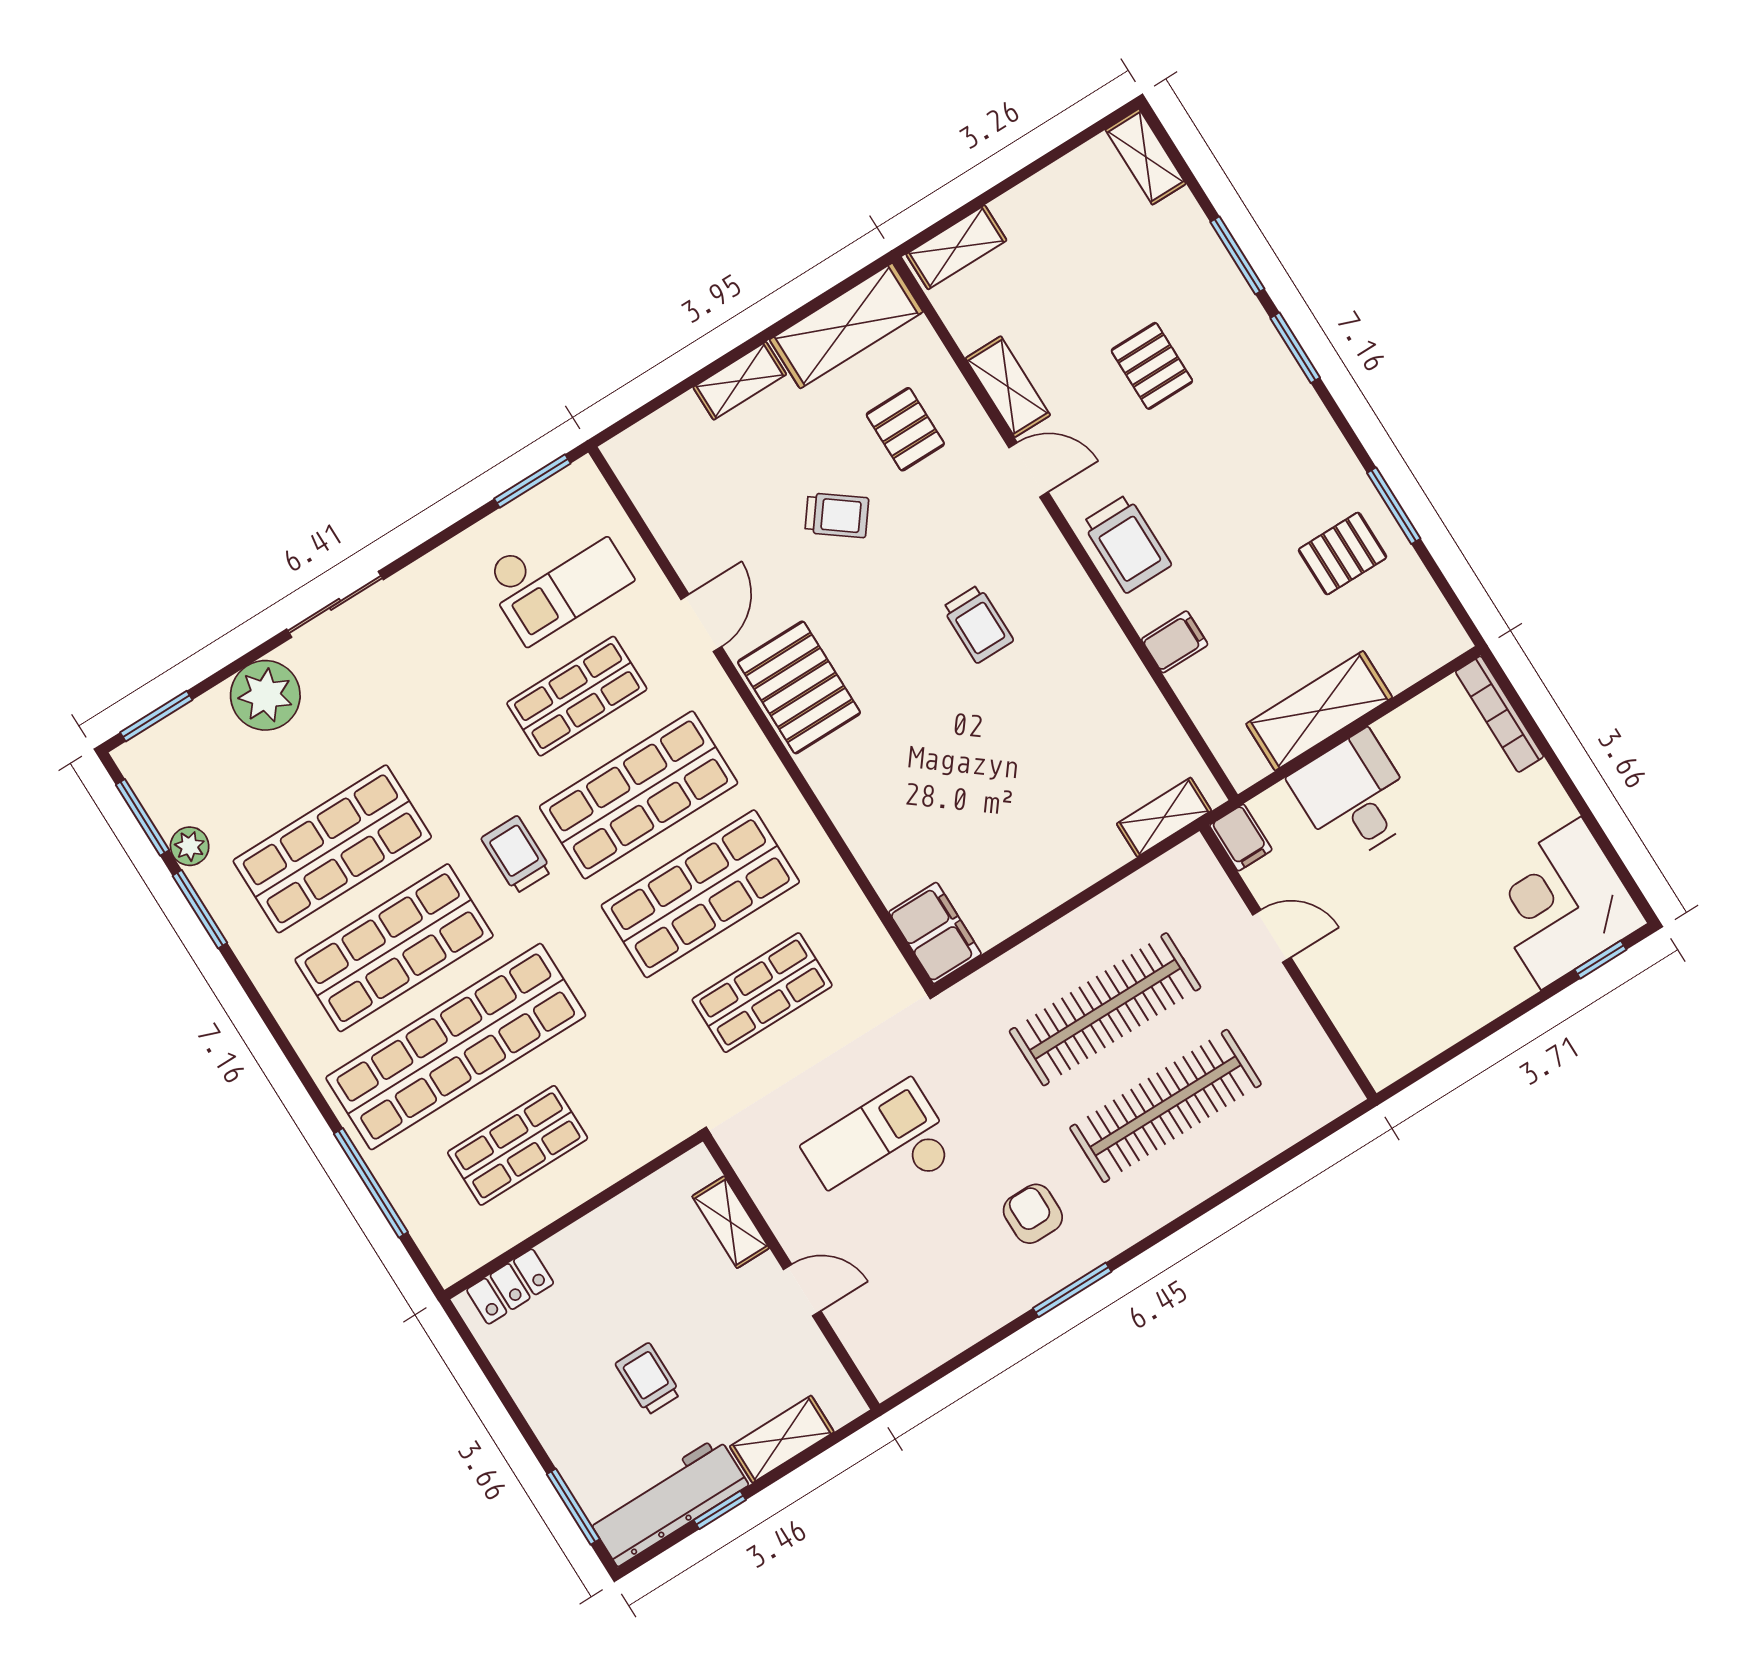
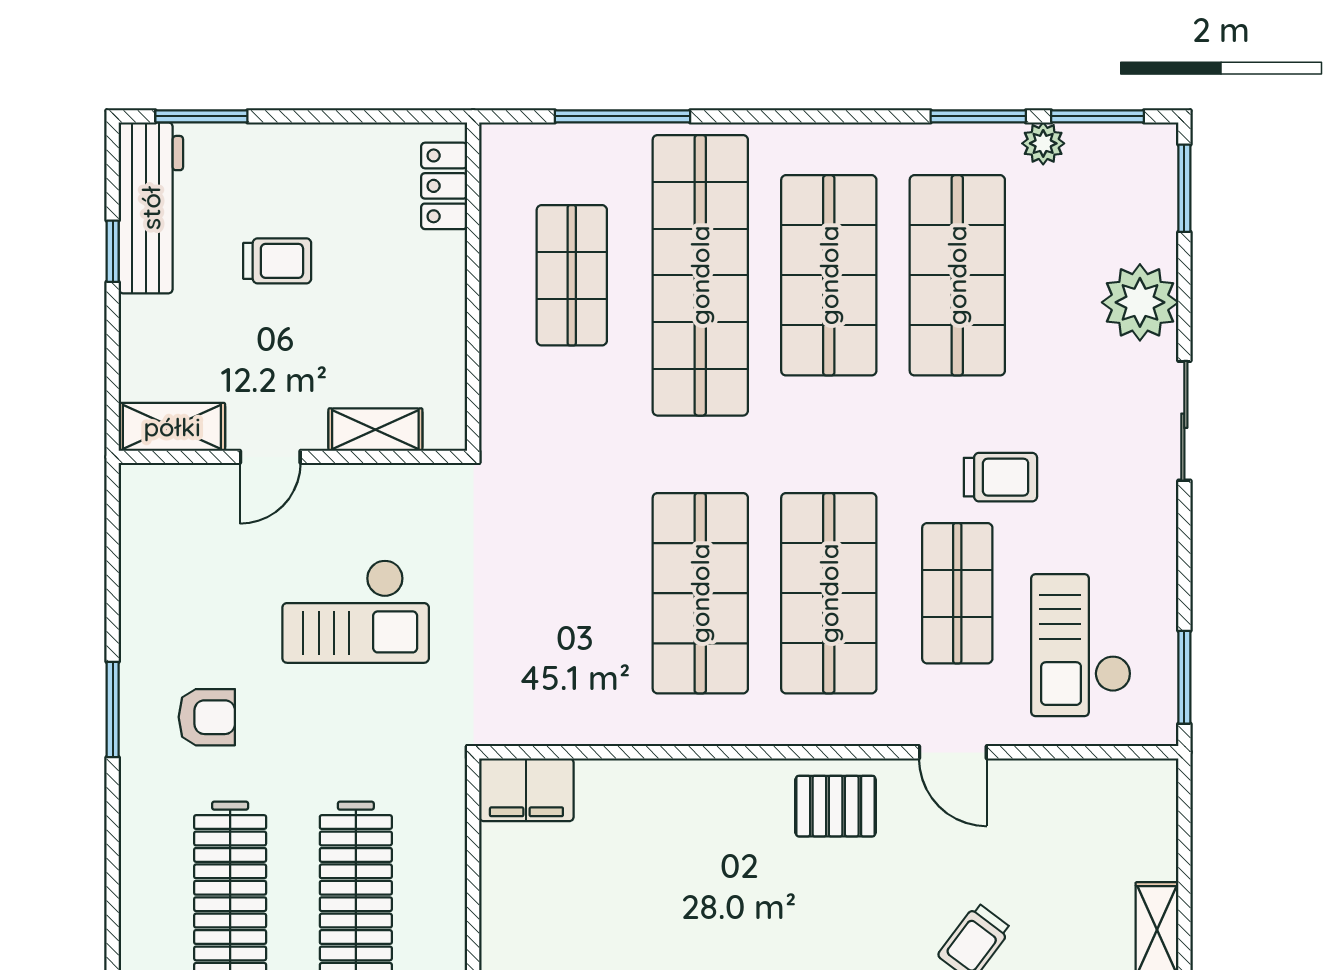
pallet: (799, 687) -> (836, 806), width x0.67, depth x0.71
trolley: (517, 855) -> (1000, 477), moved
shop shelf: (762, 993) -> (572, 593), removed
checkout: (880, 1150) -> (356, 611), turned 90
shelving: (782, 1439) -> (172, 427), moved, turned 90

